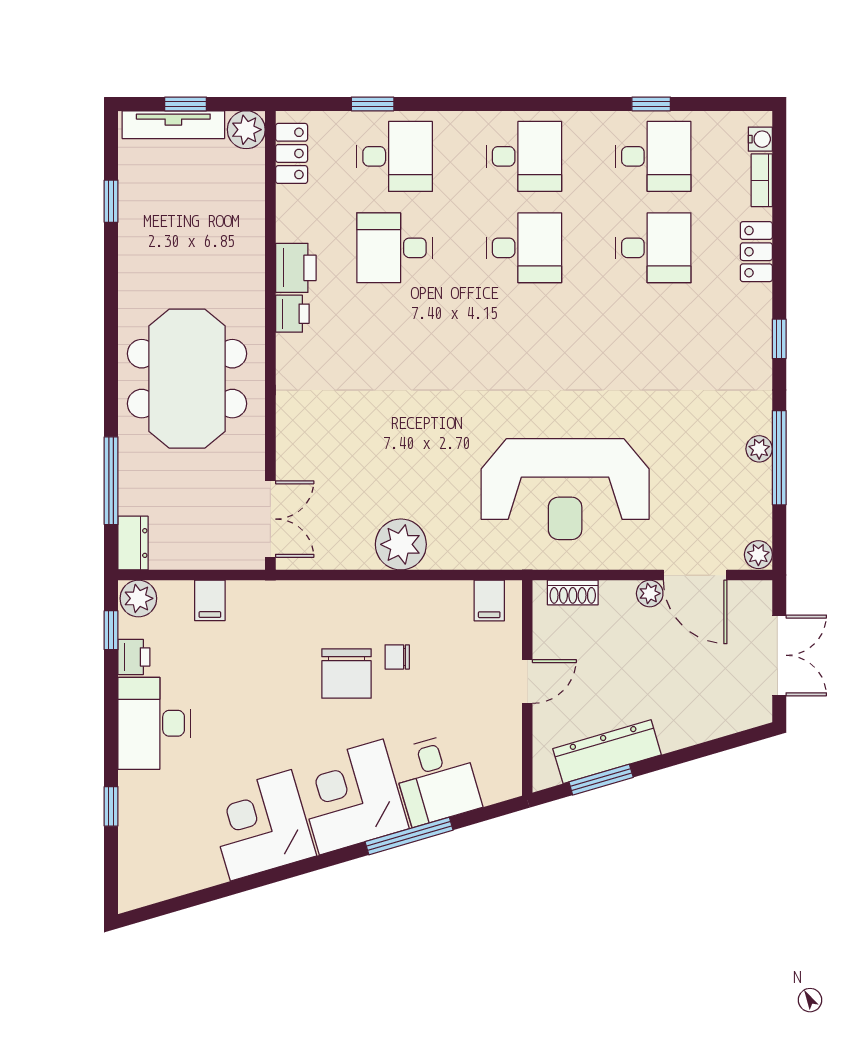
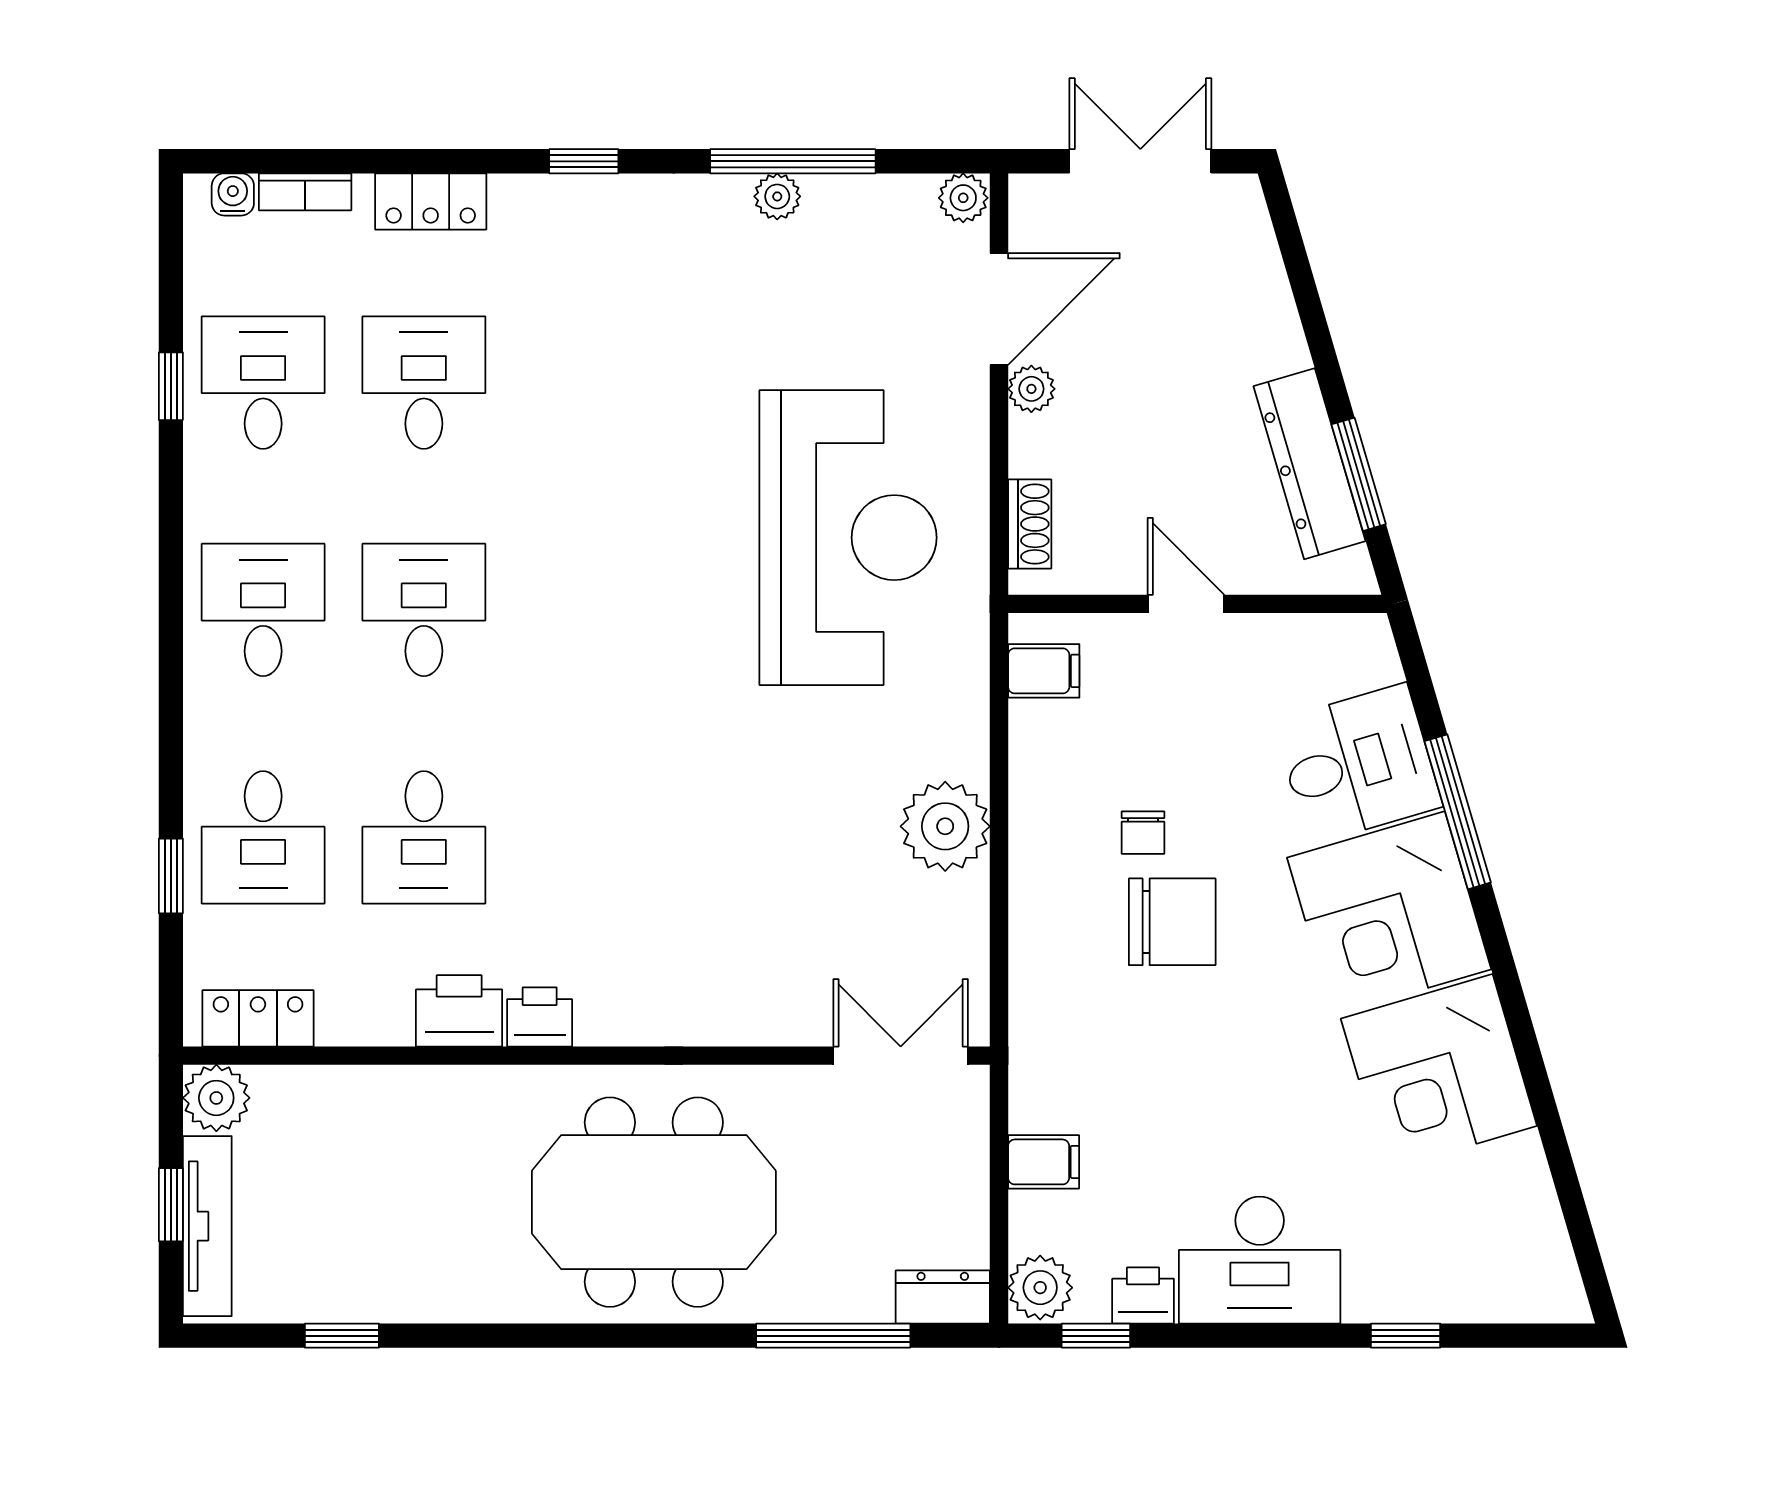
desk: (395, 156) -> (263, 837), turned 180

